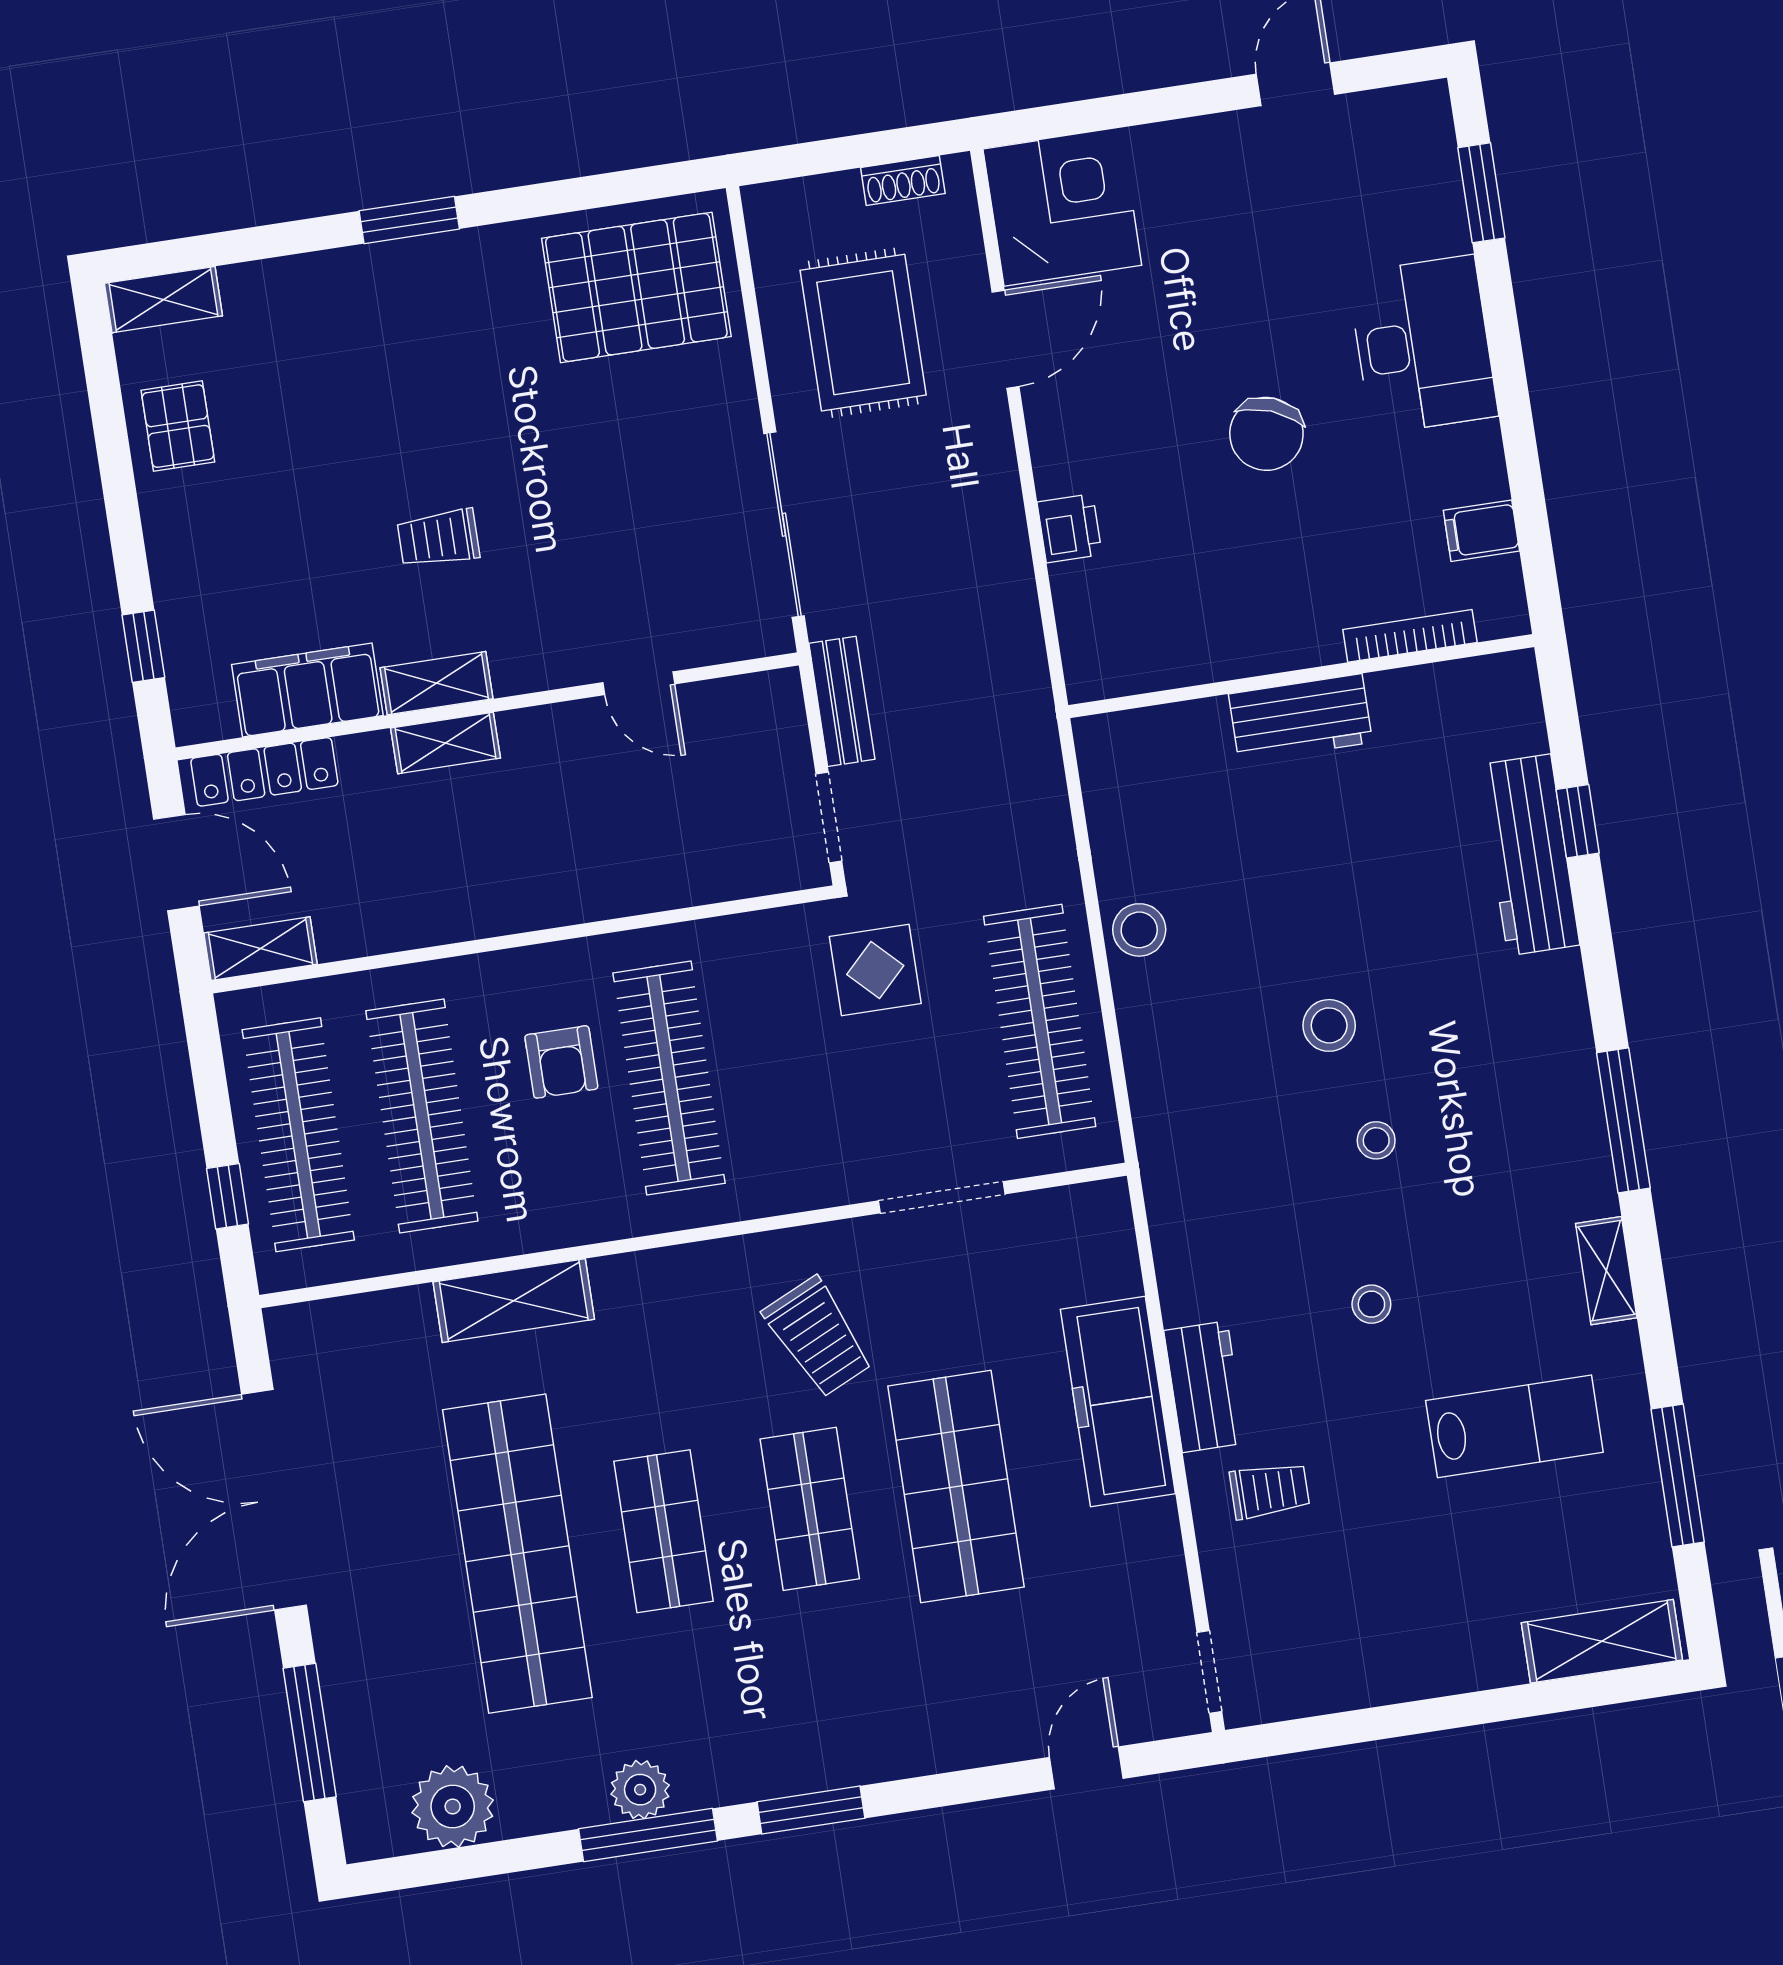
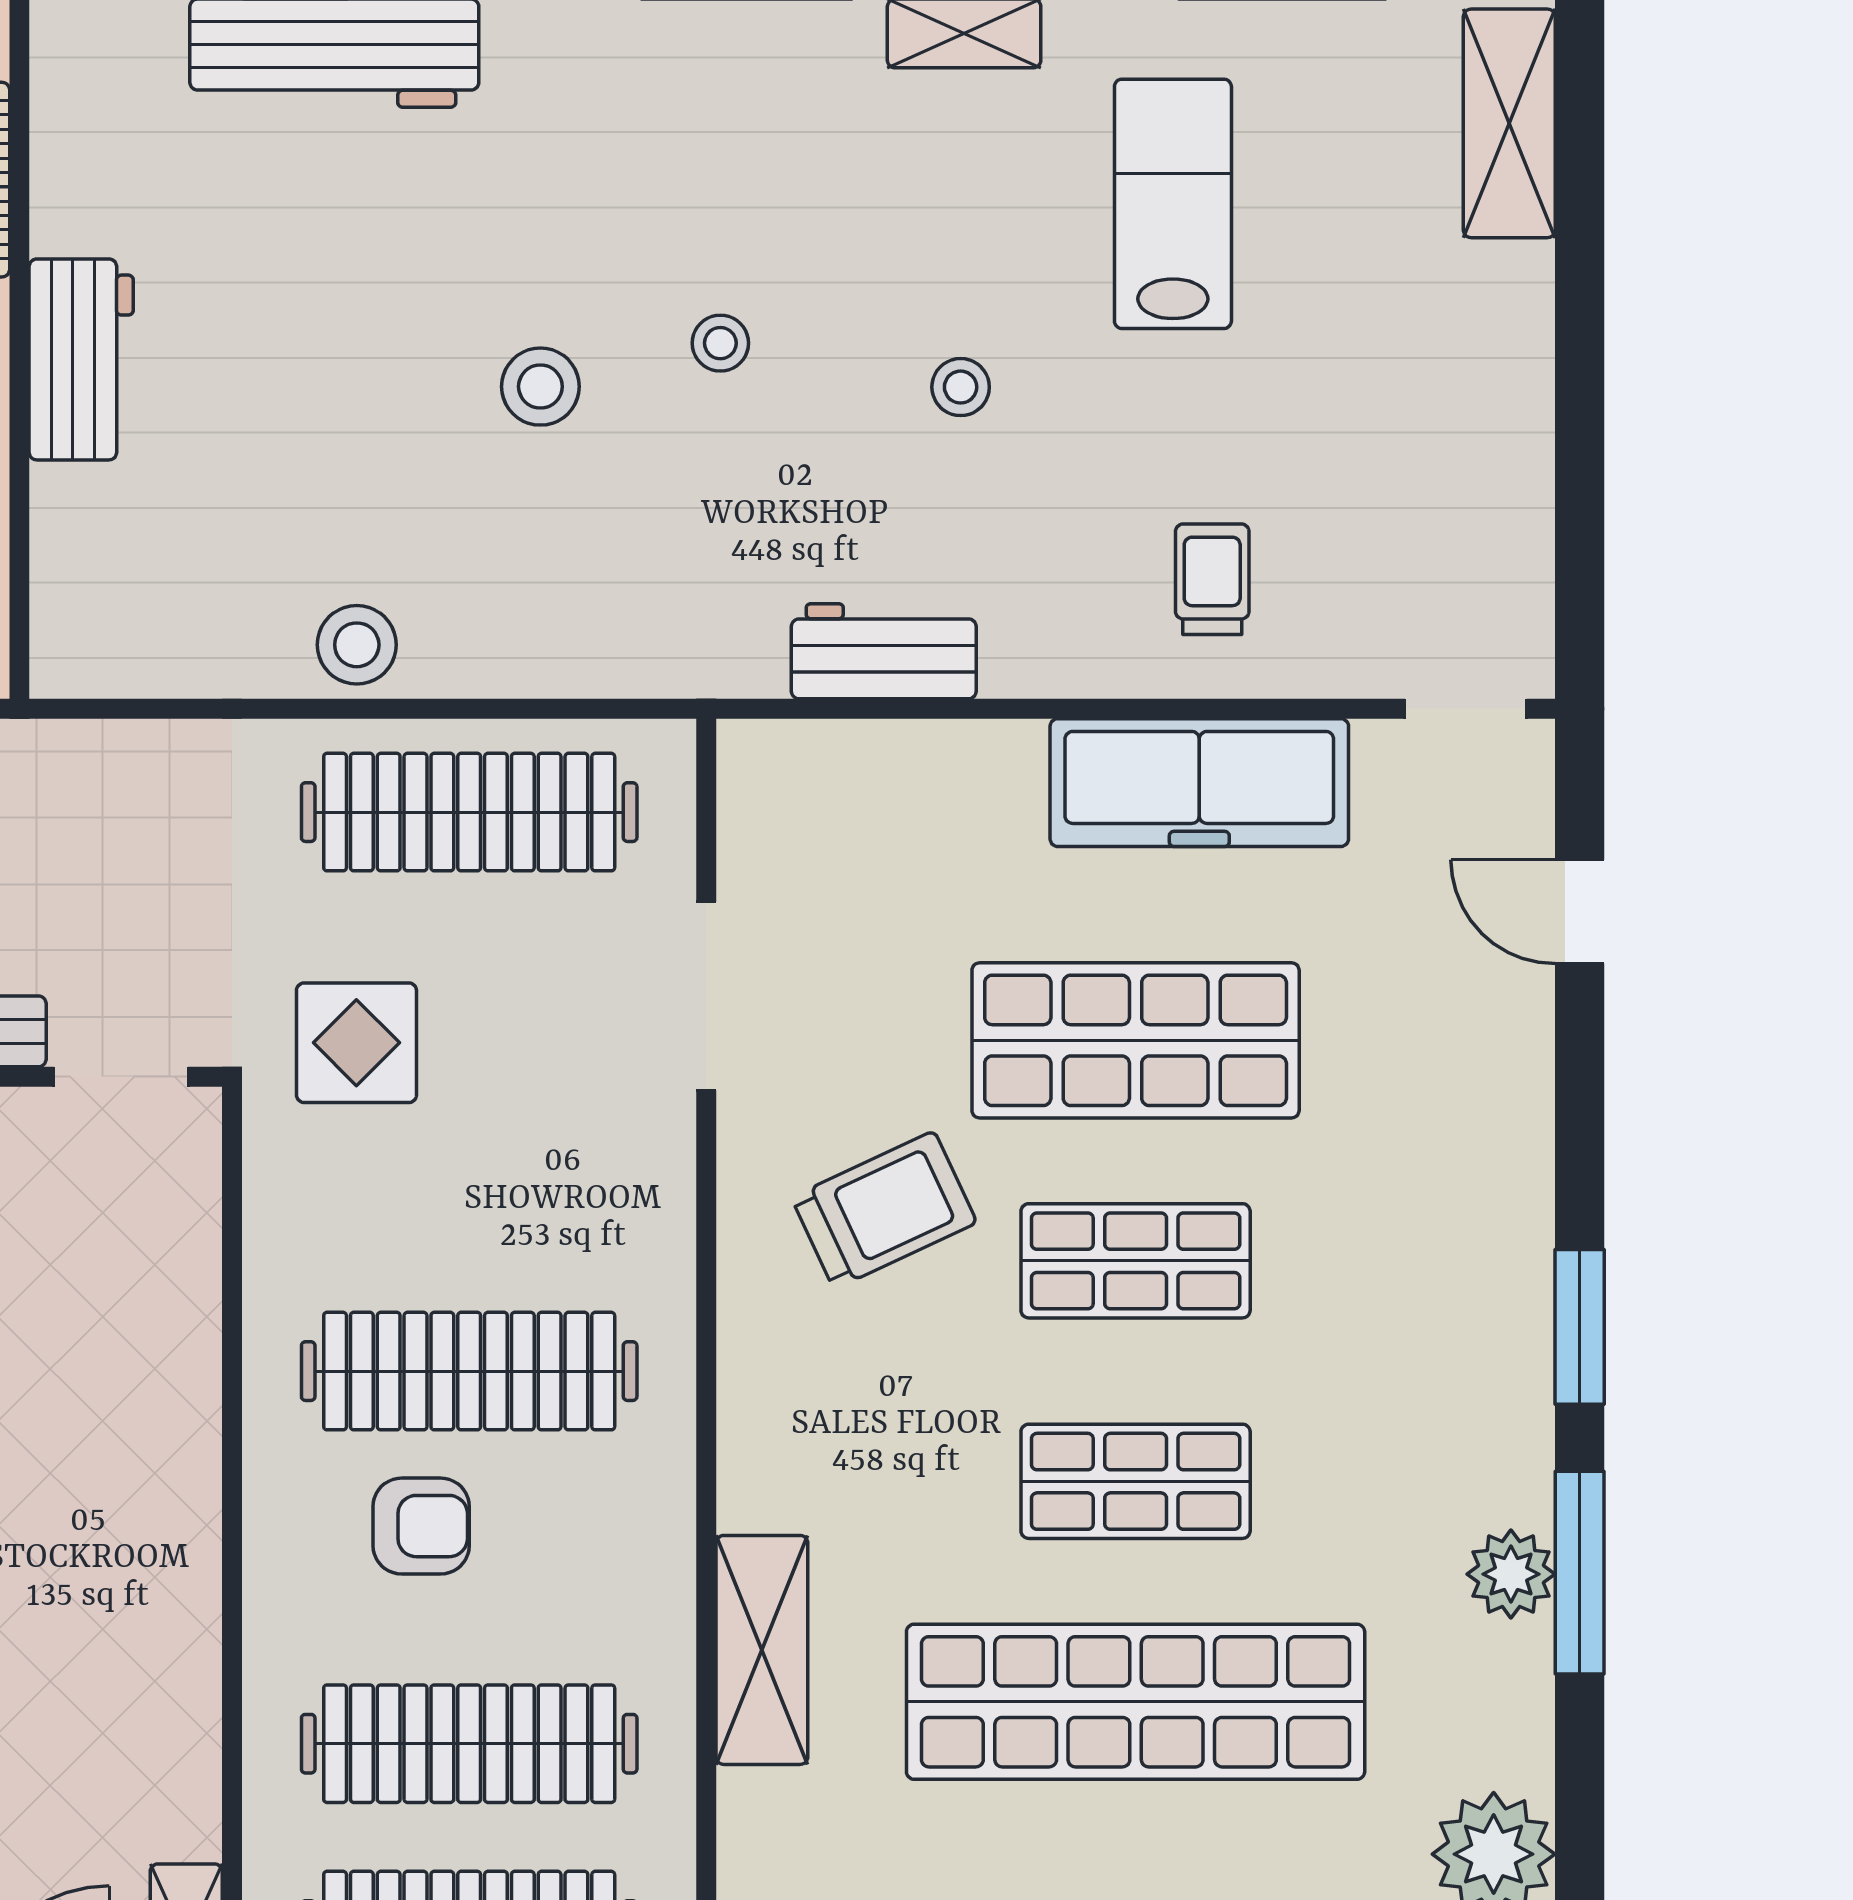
workbench: (1205, 1387) -> (884, 651), moved
freezer: (1118, 1402) -> (1199, 783), moved

